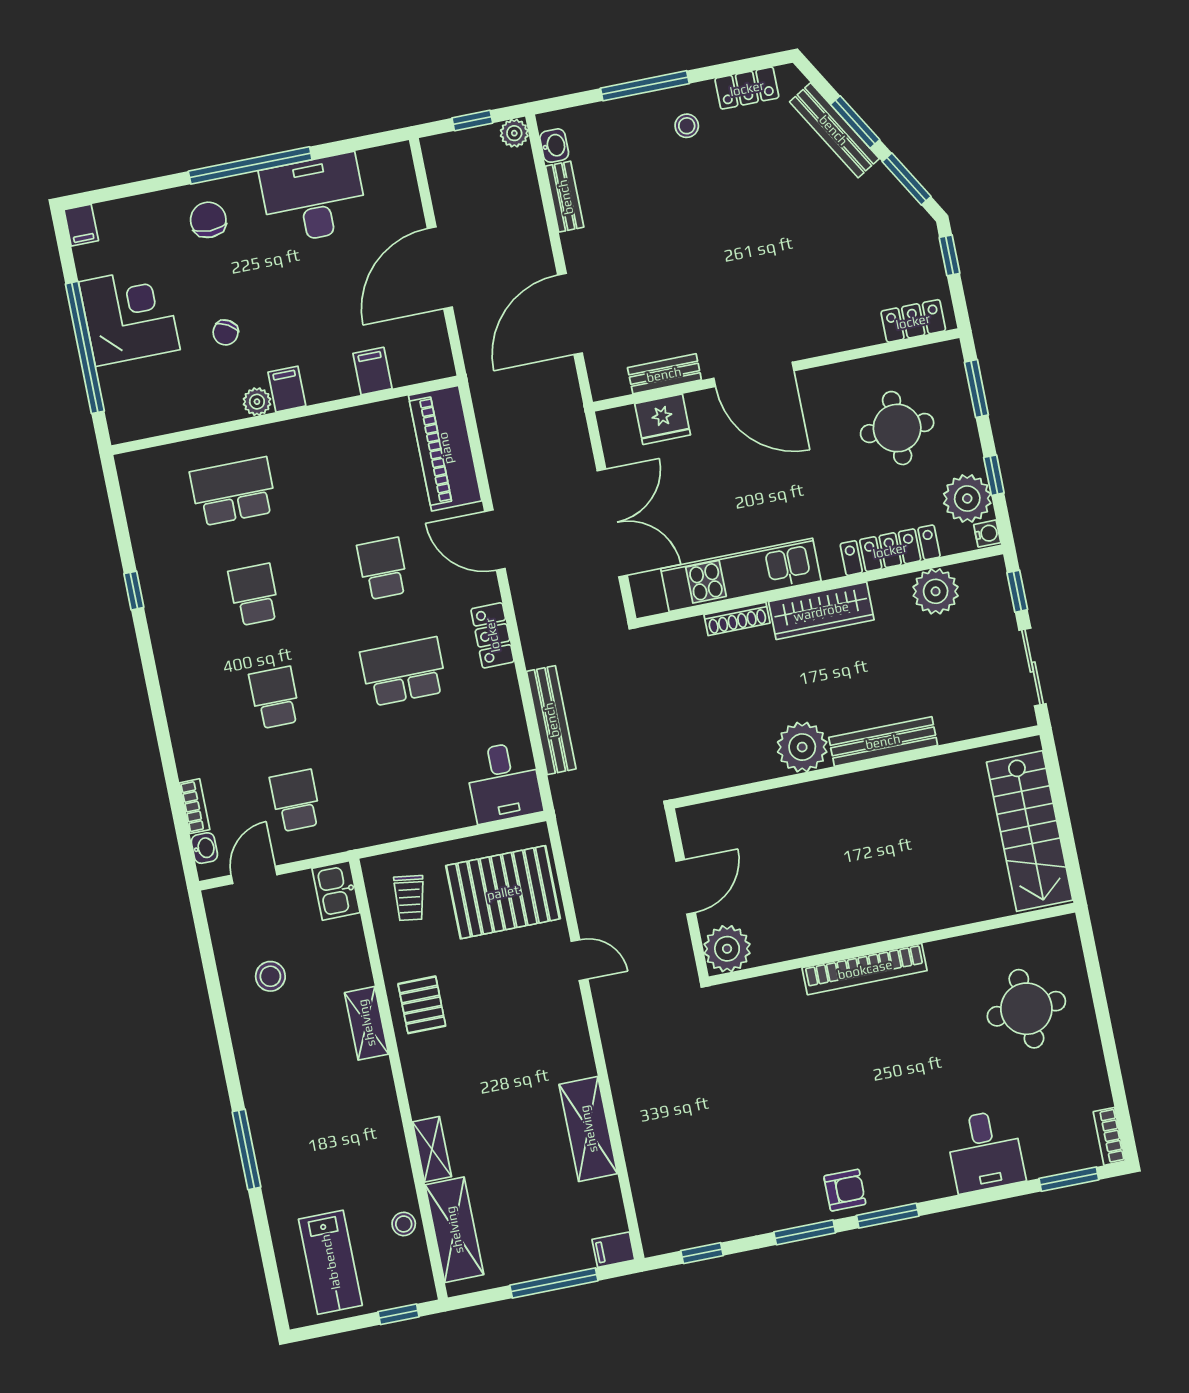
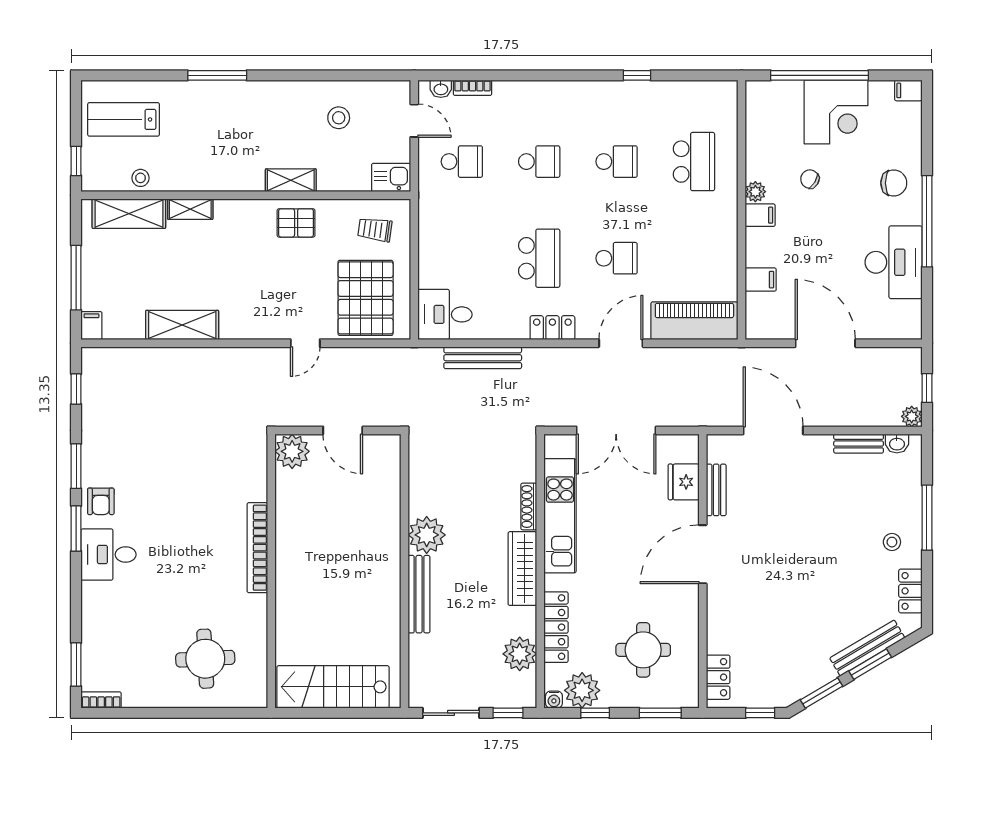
desk: (985, 1151) -> (109, 555), moved

